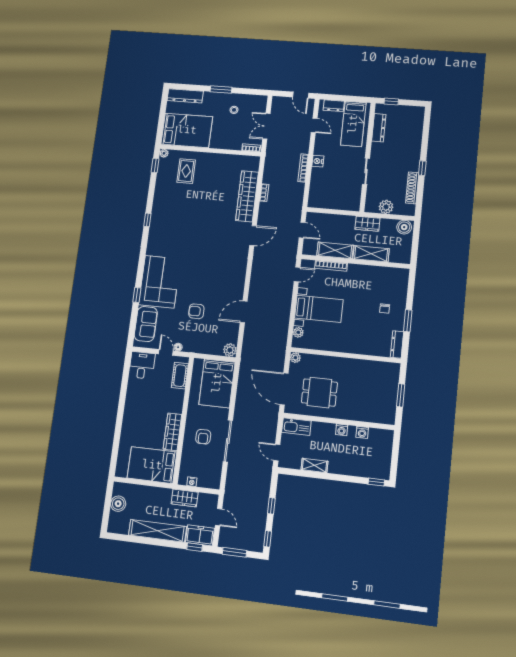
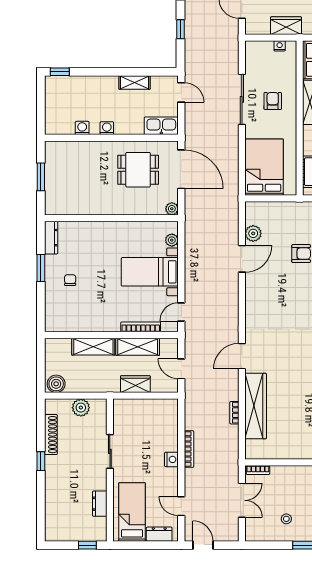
dresser: (379, 128) -> (100, 504), width x0.70
wardrobe: (367, 224) -> (135, 384), moved
plant: (230, 350) -> (253, 233), moved

